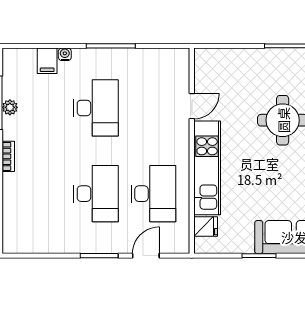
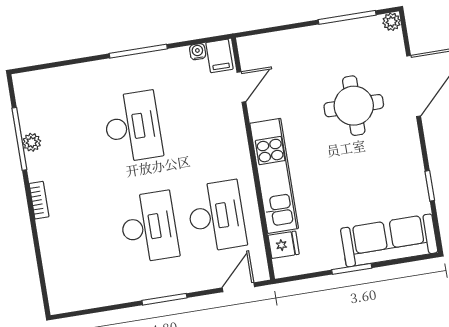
water cooler: (65, 54) -> (198, 52), moved
filing cabinet: (47, 61) -> (219, 56), moved
door: (192, 106) -> (241, 87), moved
door: (146, 256) -> (238, 287), moved

